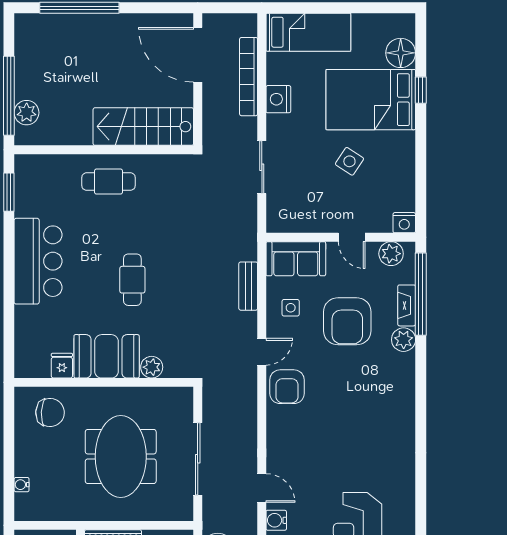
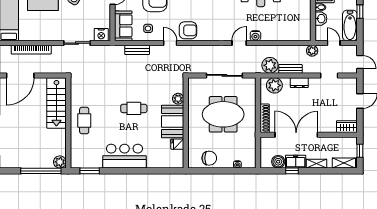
nightstand: (278, 99) -> (101, 35), moved
plant: (27, 113) -> (60, 162), moved
chair: (50, 412) -> (209, 158), moved, turned 87

